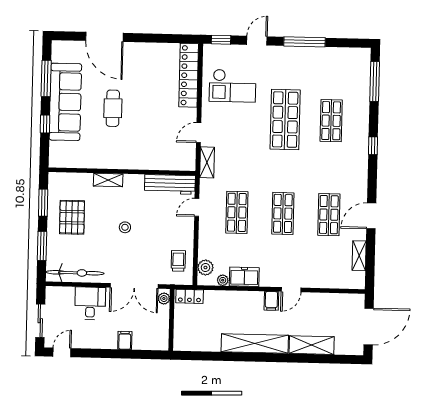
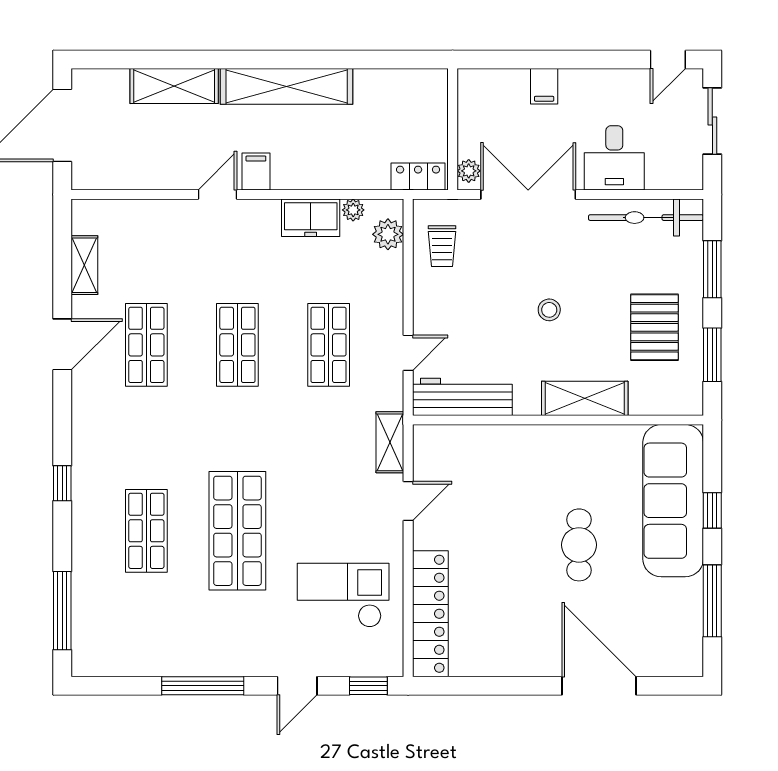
sofa: (65, 102) -> (673, 501), moved
shelving: (108, 180) -> (585, 398), width x1.50, depth x1.33

